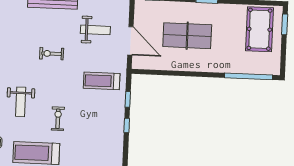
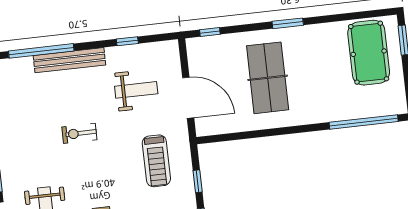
table tennis table: (187, 36) -> (268, 78), turned 90
treadmill: (102, 81) -> (156, 161), turned -90

